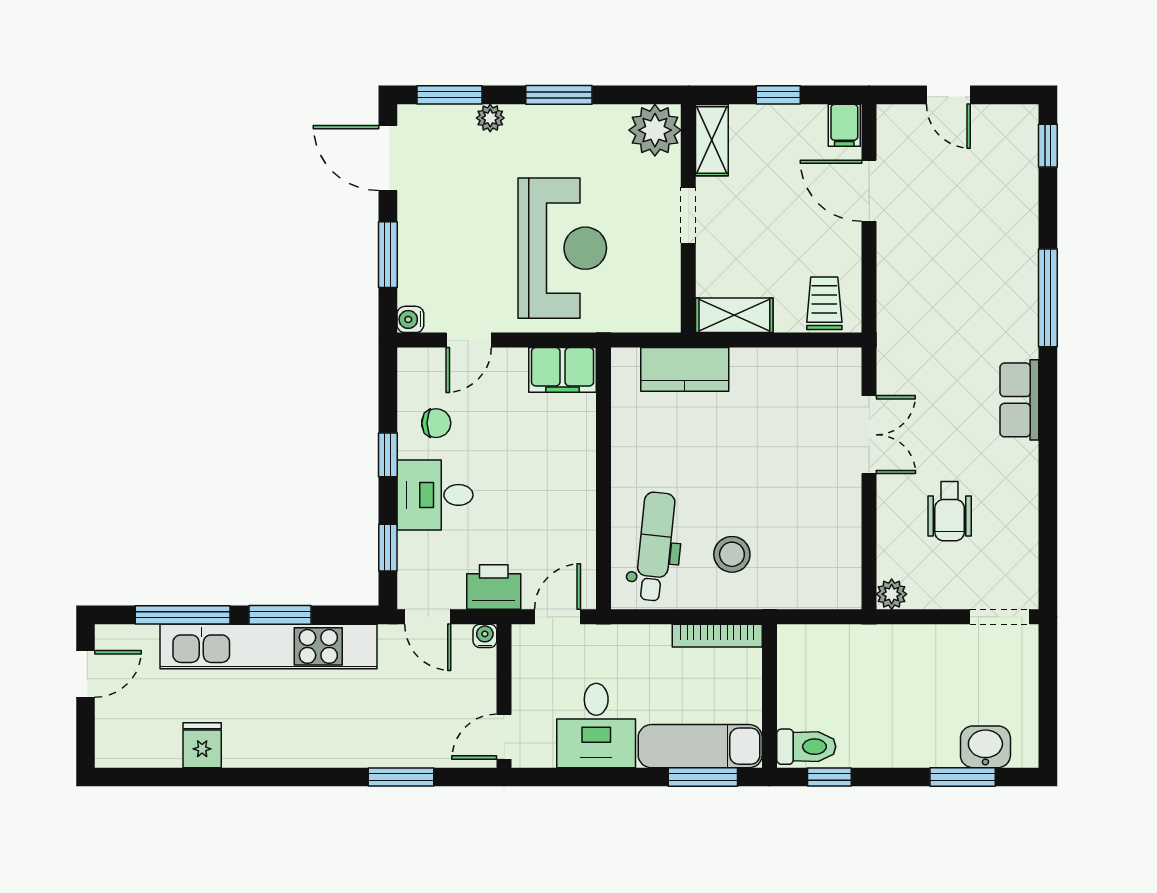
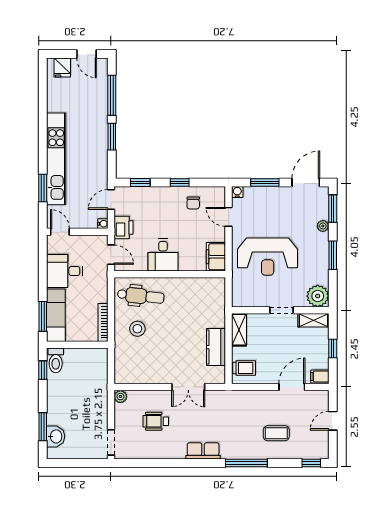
coffee table: (978, 227) -> (276, 433), added
kitchen counter: (685, 369) -> (216, 347), moved
desk: (435, 495) -> (163, 255), moved, turned 180
kitchen unit: (268, 646) -> (56, 159), moved, turned 180
fridge: (202, 745) -> (62, 67), moved, turned 90

